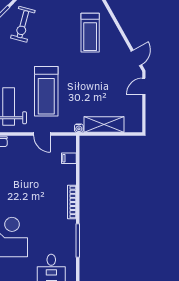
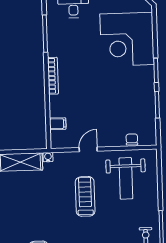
treadmill: (46, 91) -> (85, 196), width x0.73, depth x0.73
door: (42, 134) -> (88, 149), hinge flipped

